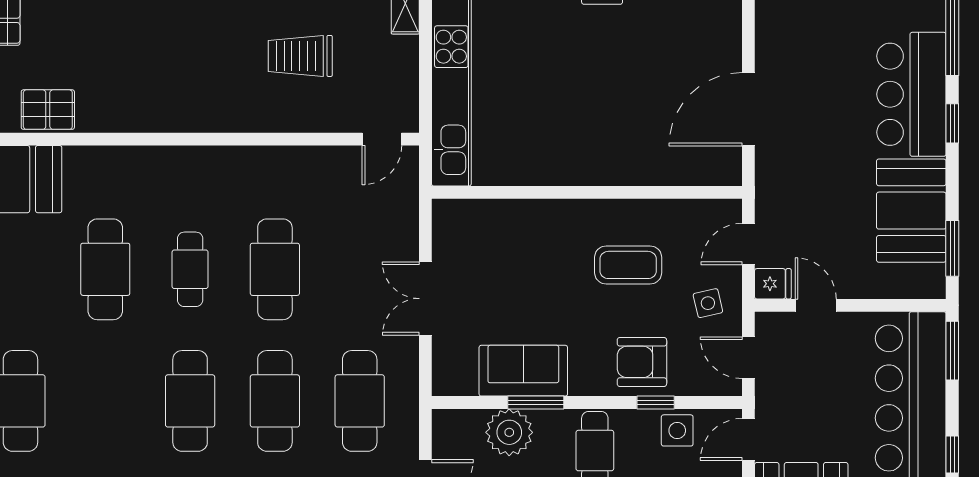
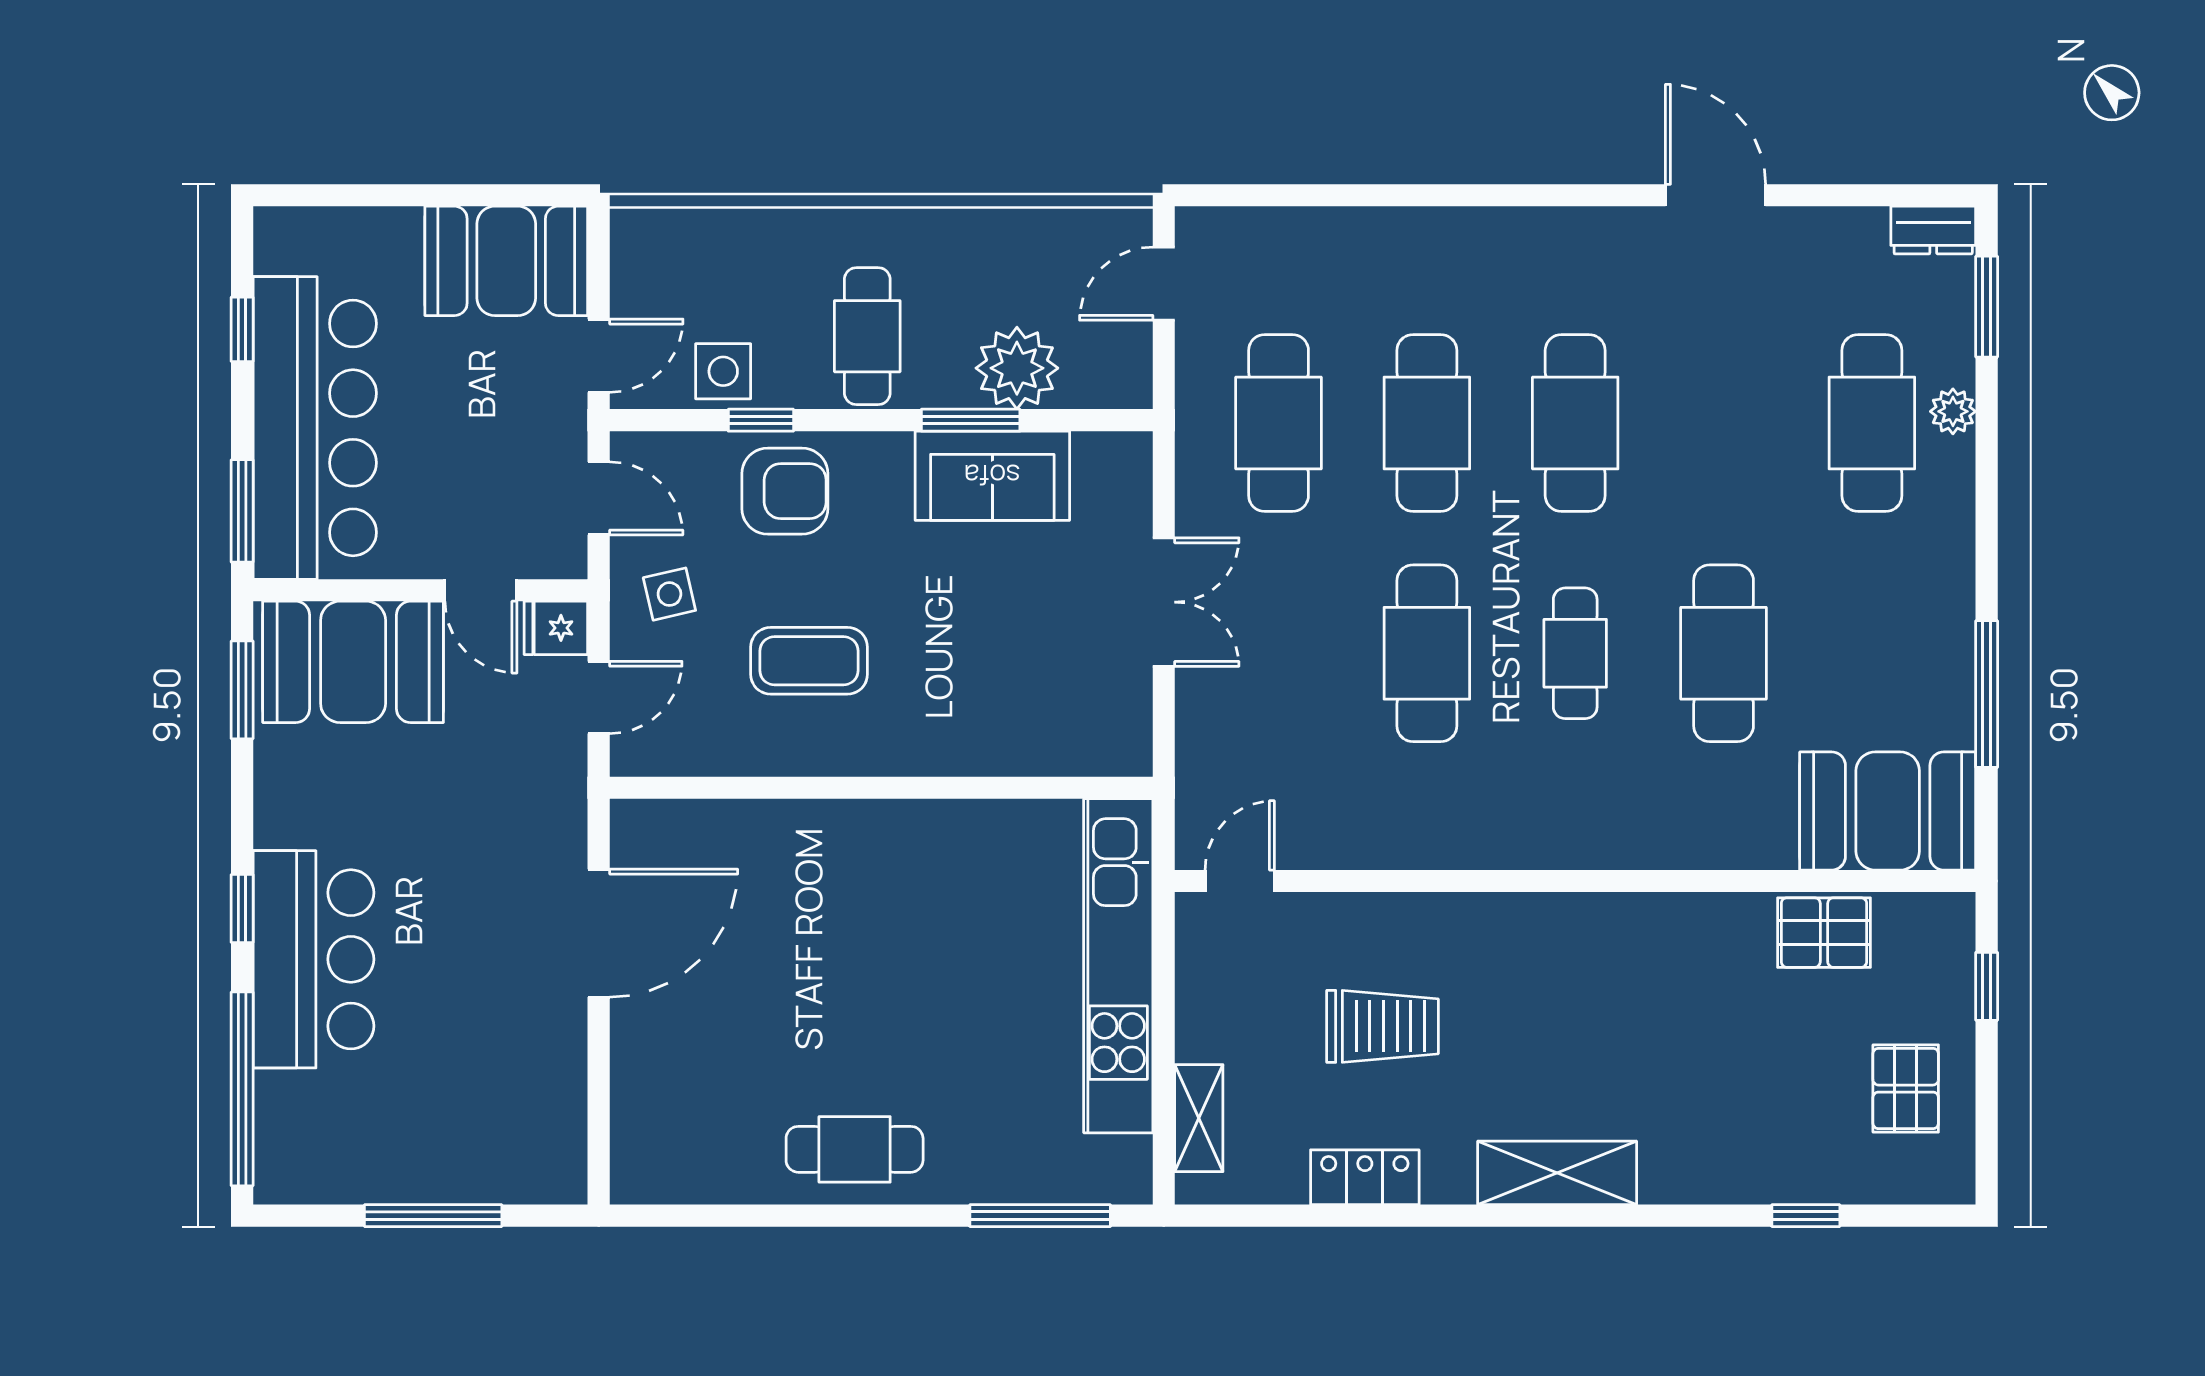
booth: (911, 211) -> (353, 662), moved, turned 90

